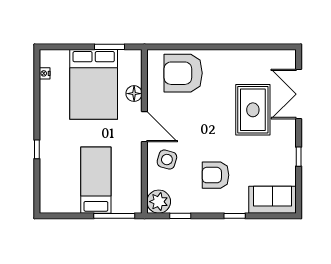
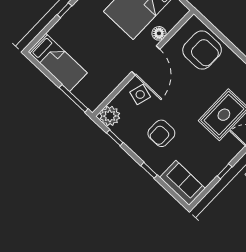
armchair: (183, 73) -> (202, 50), turned 180
door: (144, 127) -> (146, 60), width x1.36
armchair: (215, 175) -> (161, 133), turned -90
bed: (96, 180) -> (58, 62), moved, turned 90

